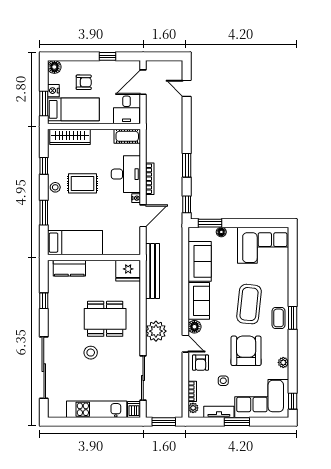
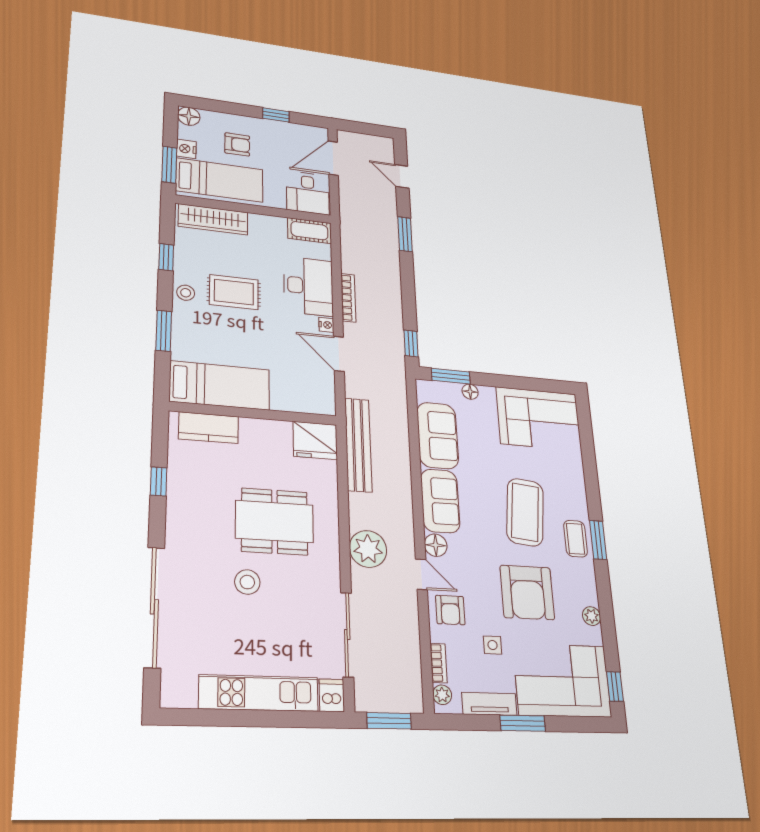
window: (187, 165) -> (405, 234), moved
door: (143, 216) -> (339, 354), swing flipped
armchair: (246, 351) -> (527, 592), turned 180

